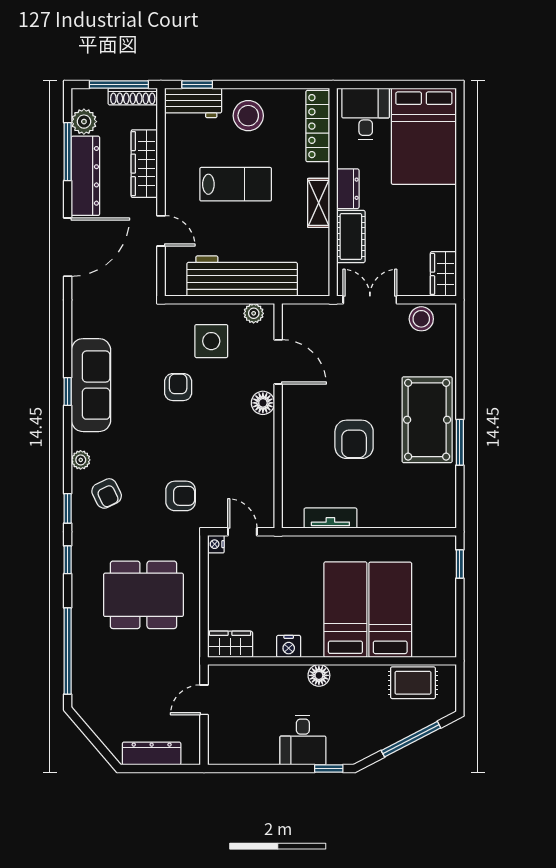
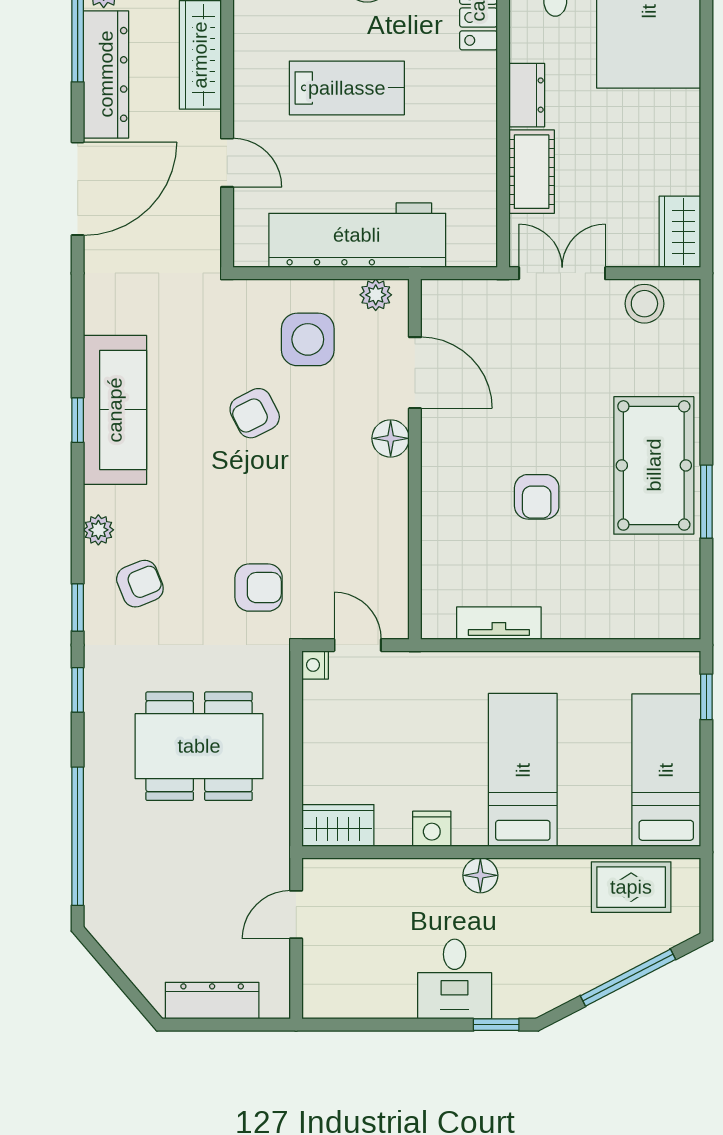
shelving: (319, 203) -> (480, 118), removed
armchair: (178, 387) -> (255, 413), turned -117
armchair: (354, 439) -> (537, 497), width x0.72, depth x0.72
armchair: (107, 493) -> (140, 584), turned -86
bed: (390, 610) -> (666, 770), moved

